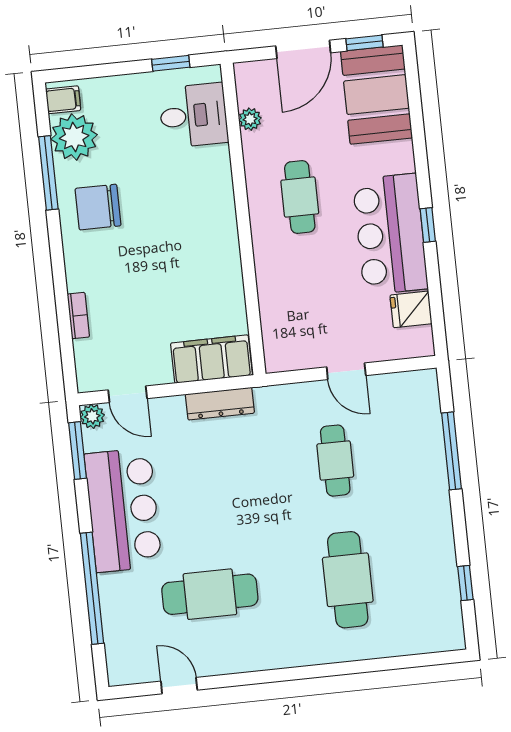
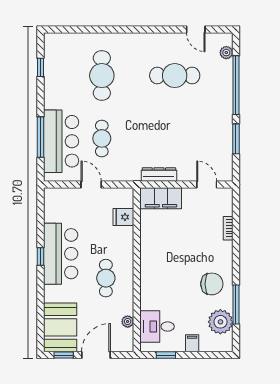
filing cabinet: (63, 100) -> (192, 343), moved, turned 90
fridge: (411, 309) -> (123, 217), moved, turned 180
plant: (92, 416) -> (226, 53), moved
window: (78, 451) -> (236, 139), moved
bar counter: (123, 510) -> (61, 141), moved, turned 180

